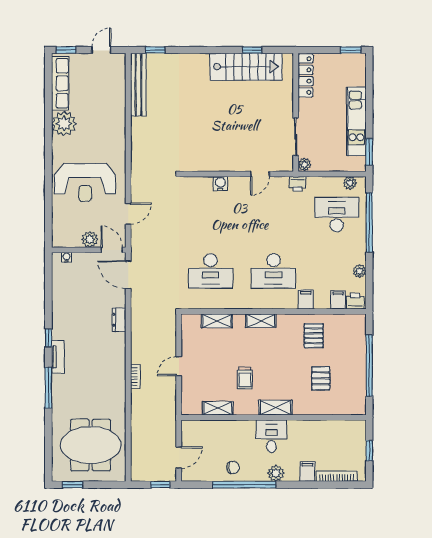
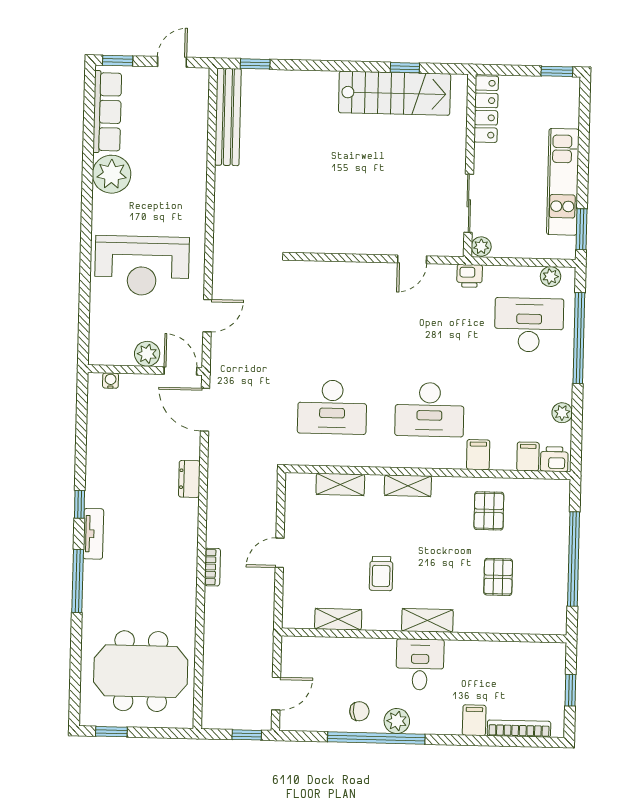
water cooler: (220, 183) -> (351, 273), removed
plant: (276, 473) -> (397, 721), moved

